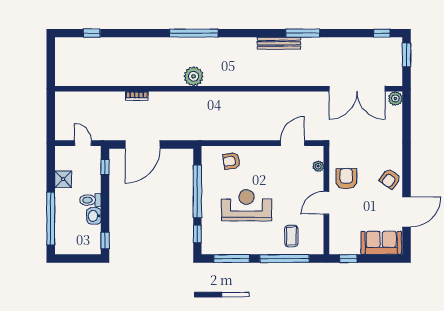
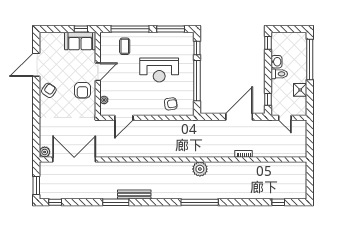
sofa: (381, 243) -> (80, 41), moved

